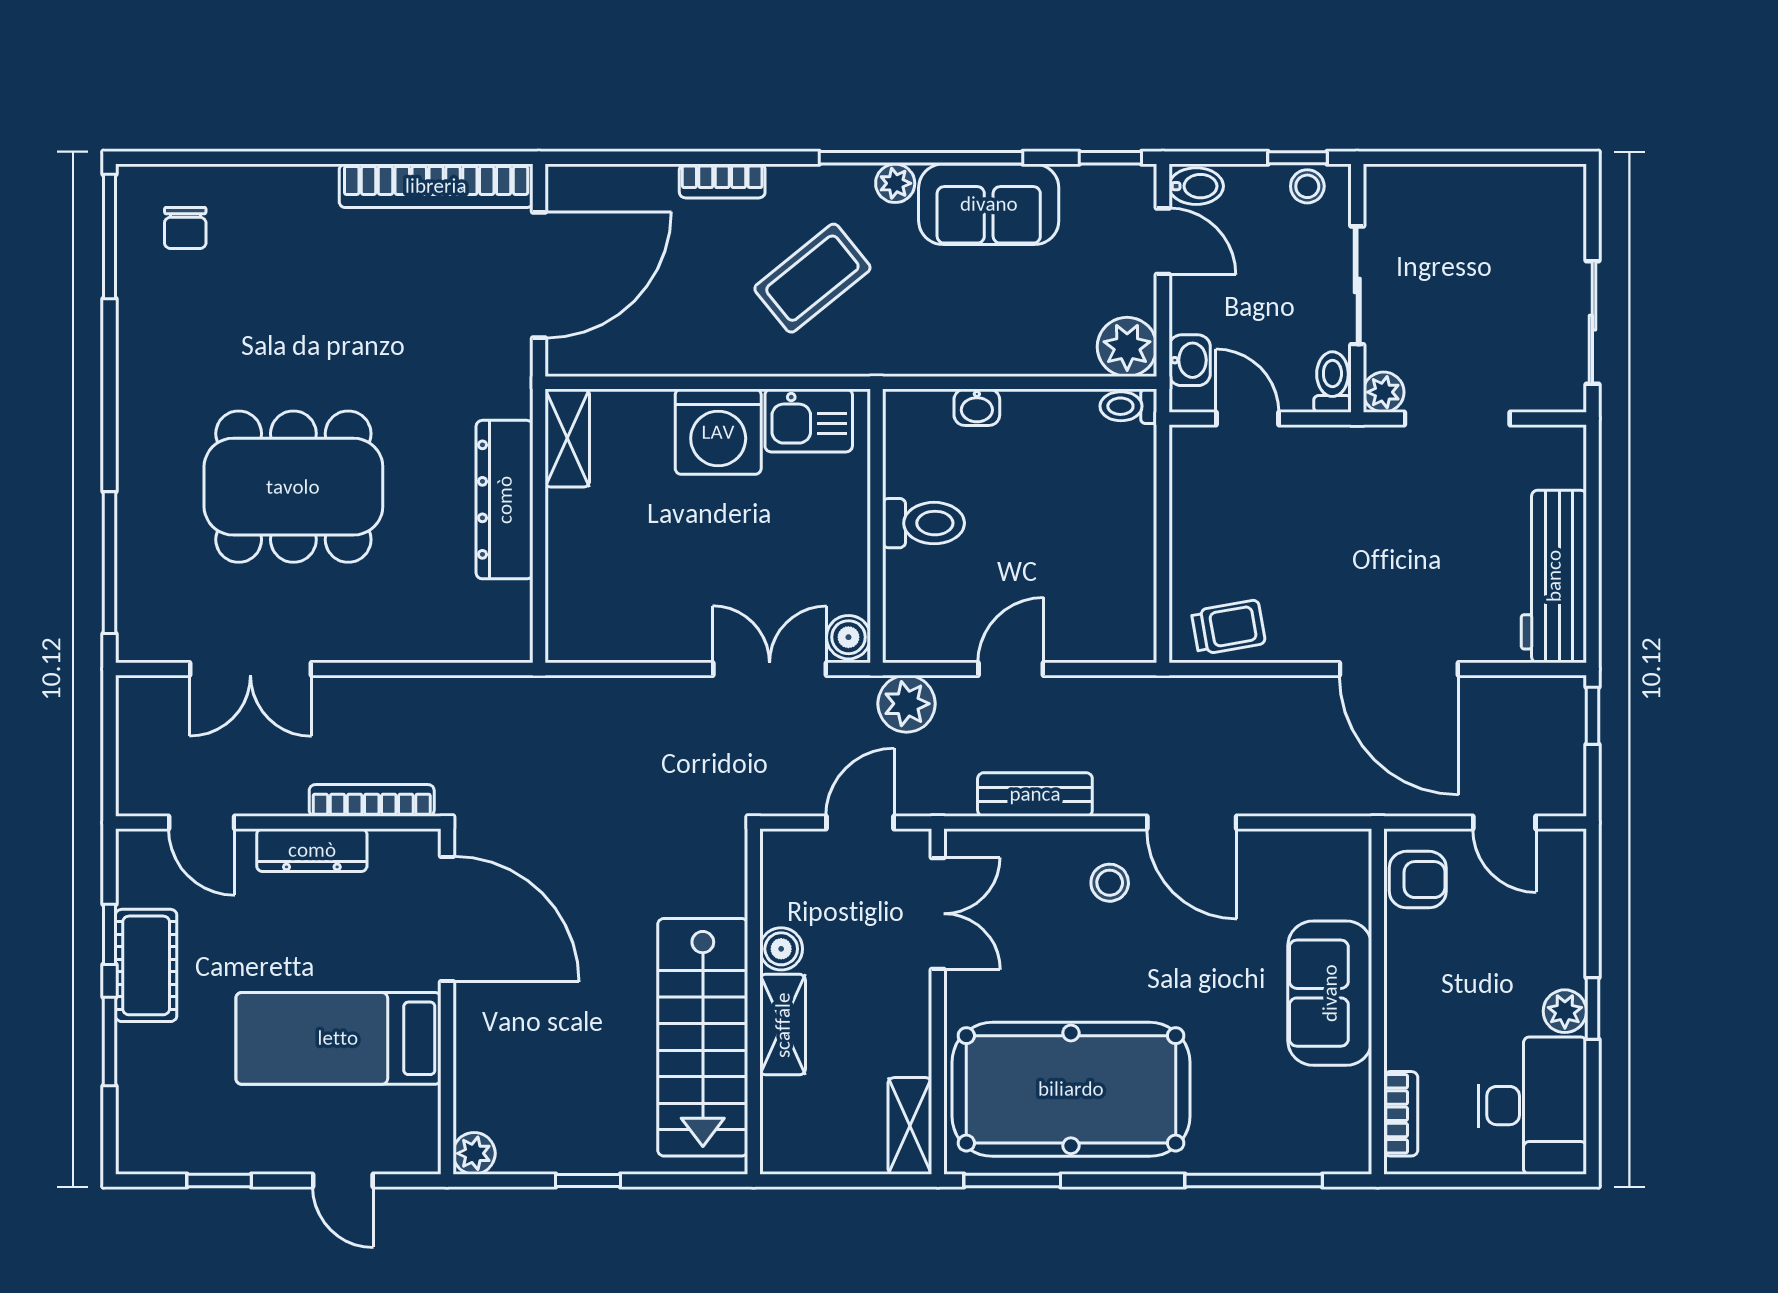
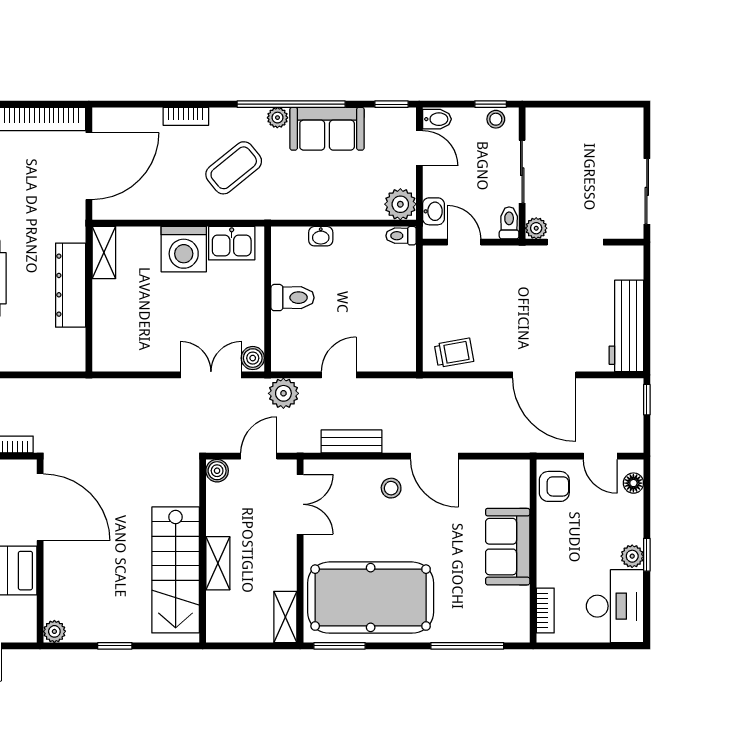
floor lamp: (1567, 873) -> (633, 483), added
boiler: (781, 949) -> (217, 471), moved

